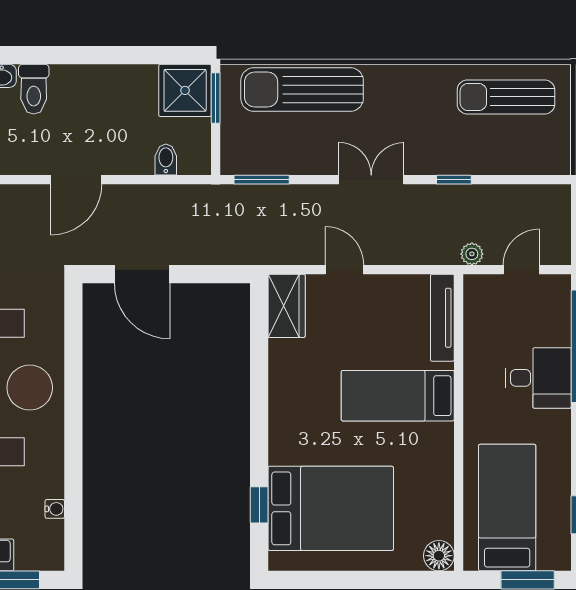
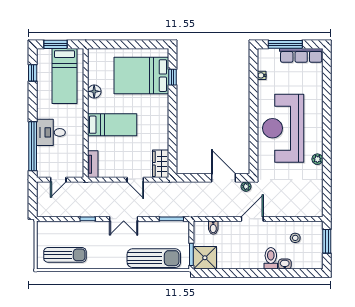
plant: (472, 254) -> (246, 187), moved
tv unit: (442, 318) -> (93, 164), width x0.71
floor lamp: (439, 556) -> (94, 91), moved

